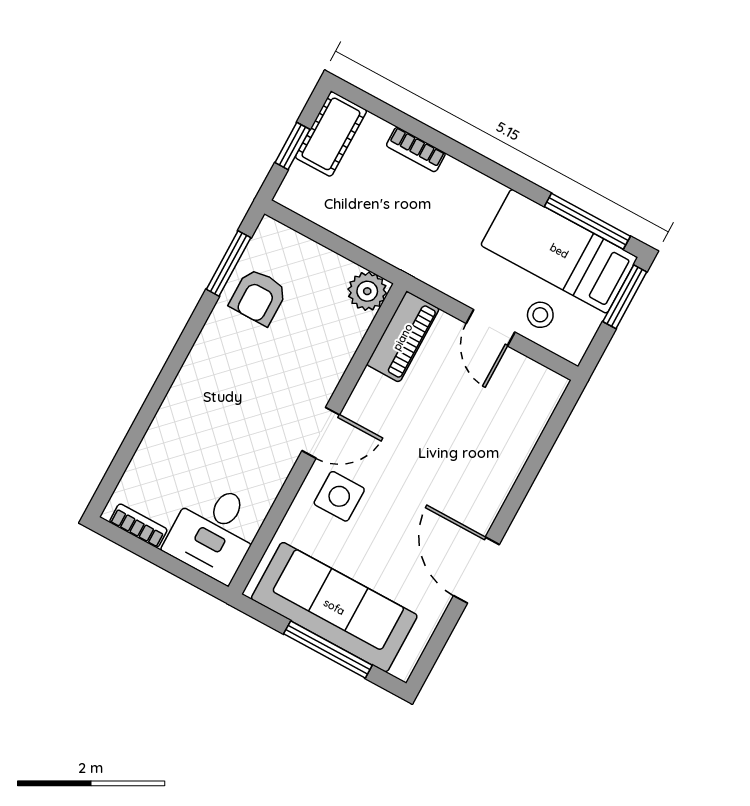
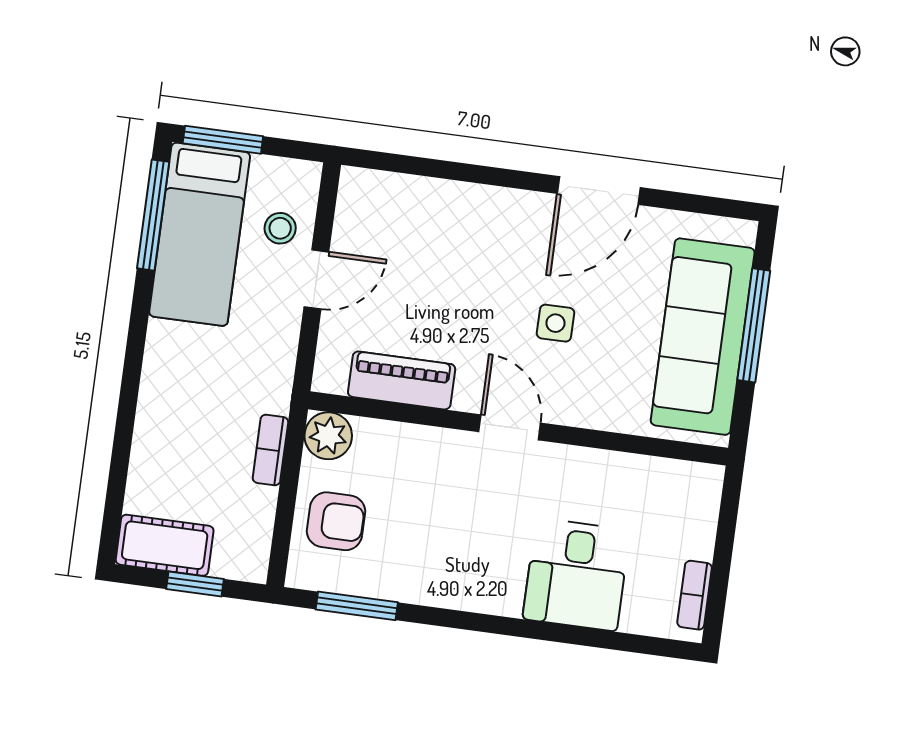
bookcase: (416, 149) -> (270, 450), moved, turned 180
armchair: (258, 297) -> (336, 521), moved
piano: (403, 337) -> (402, 380), moved
side table: (339, 496) -> (555, 323), moved, width x0.73, depth x0.73
desk: (214, 532) -> (576, 575), moved, turned 90

